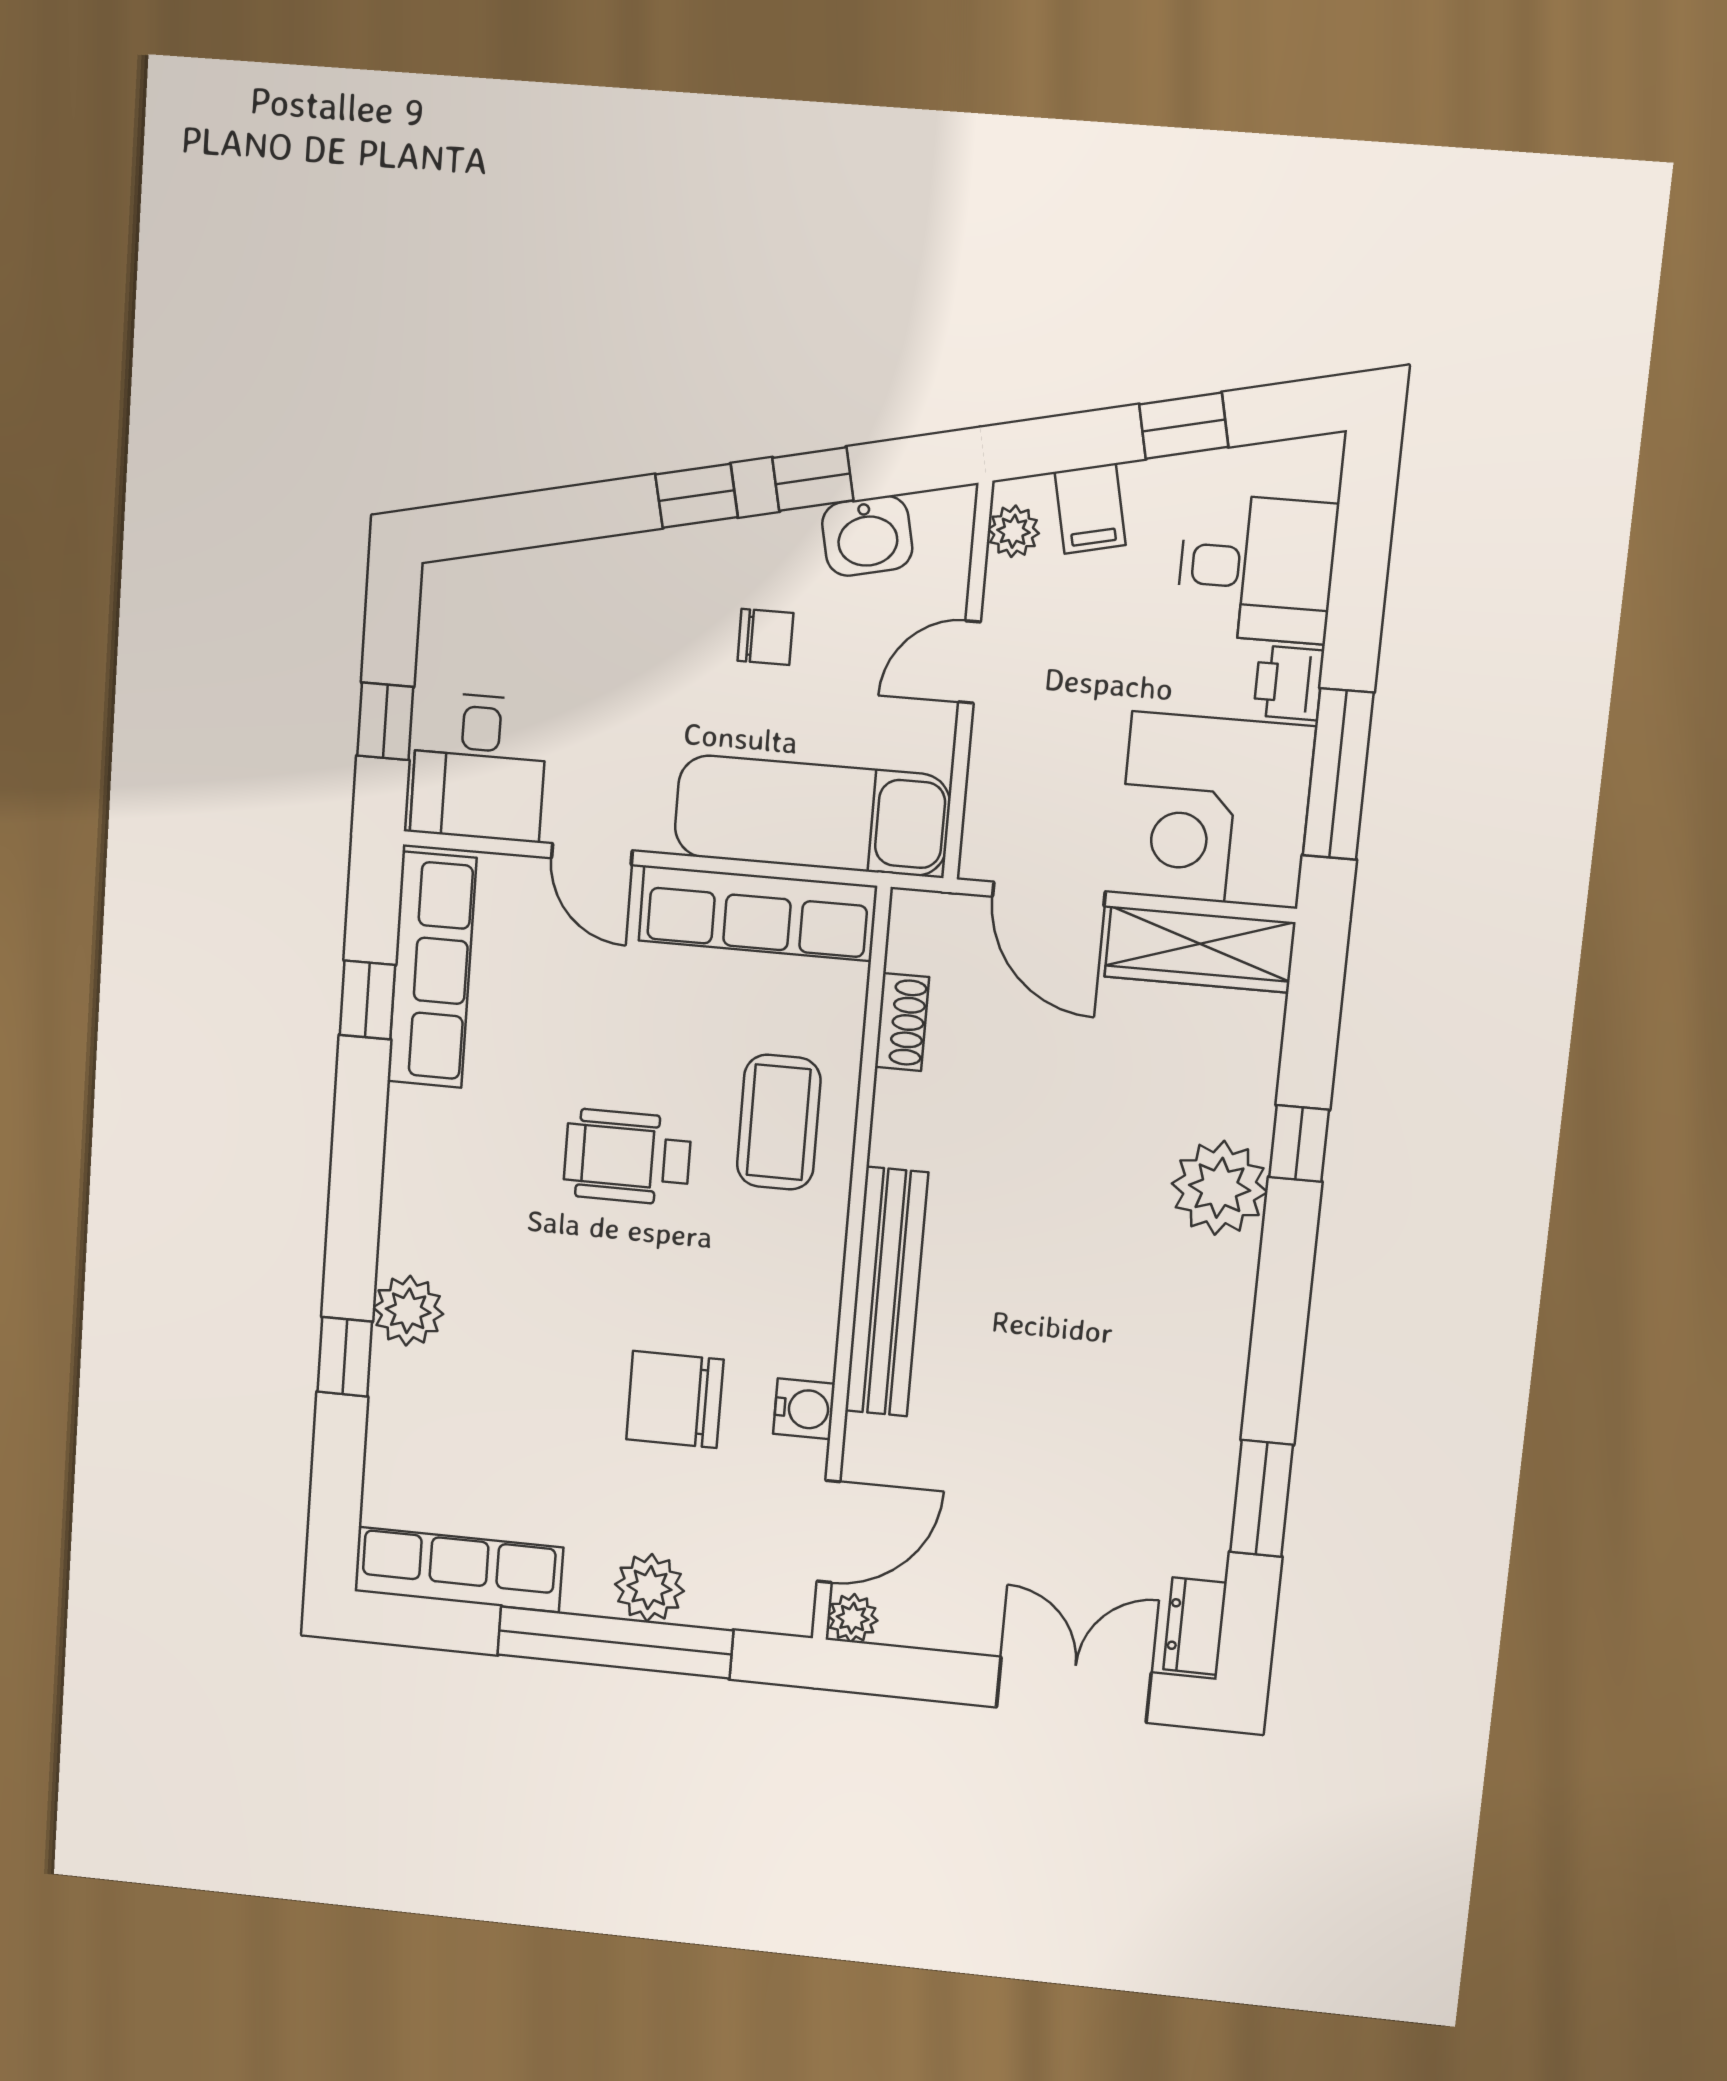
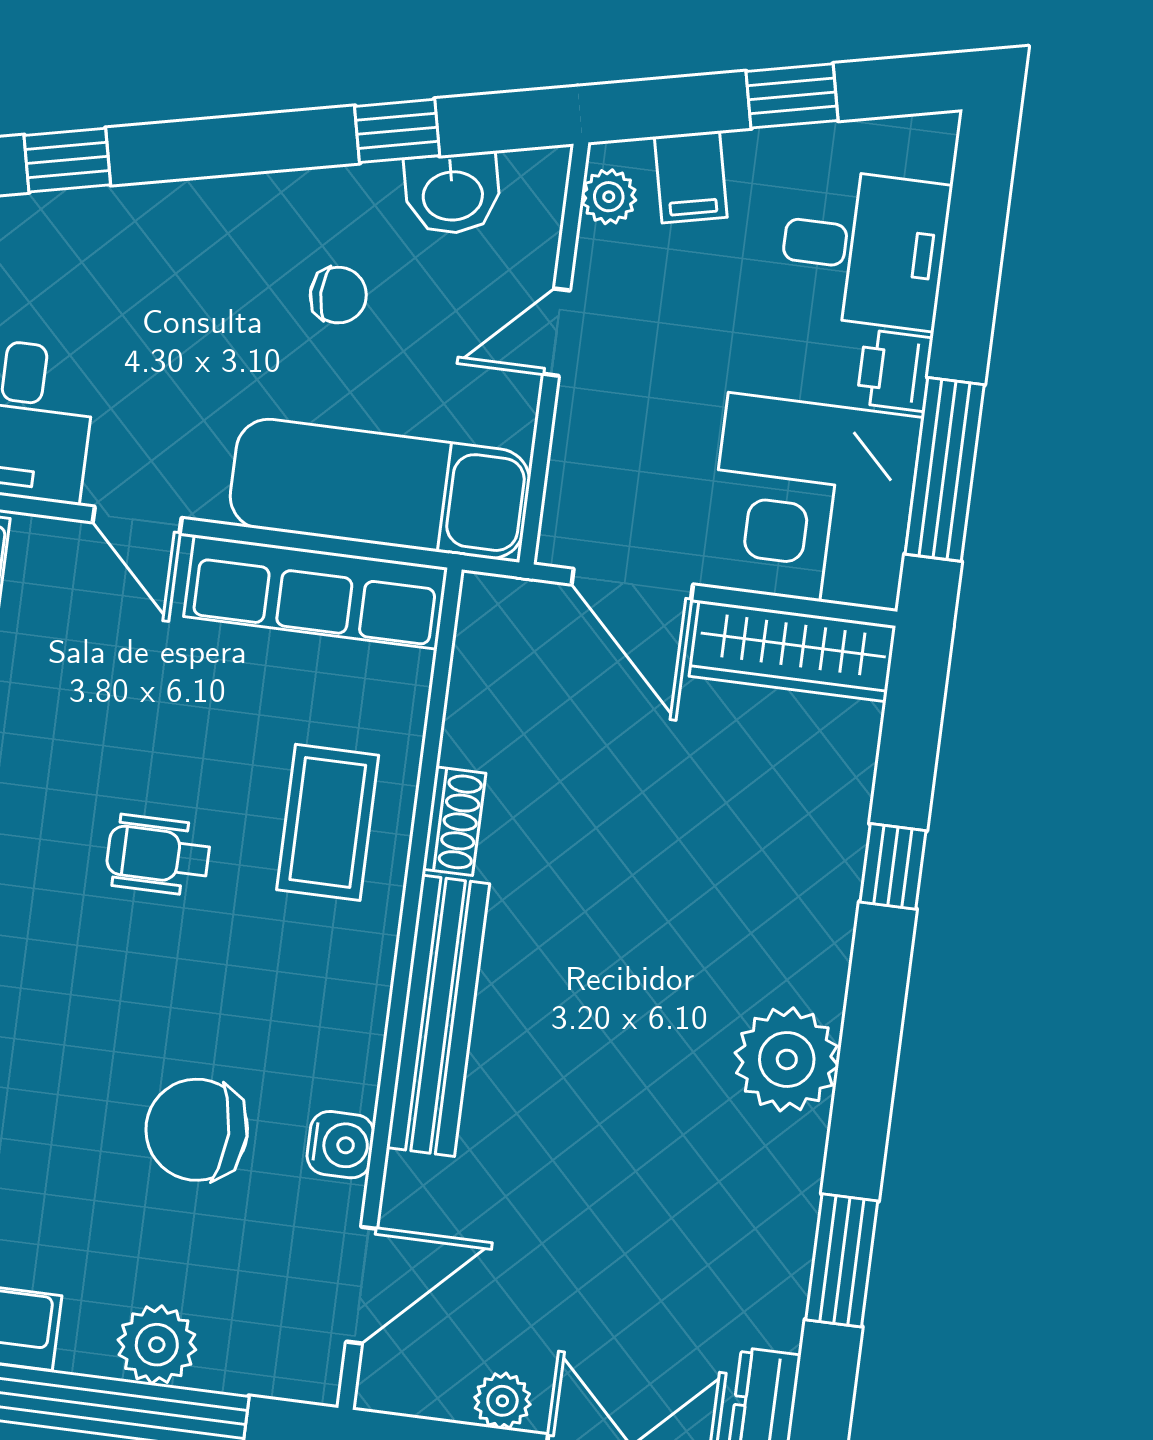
window: (697, 496) -> (67, 160), moved
shoe rack: (902, 1022) -> (454, 821), moved
wheelchair: (627, 1157) -> (158, 855), width x0.73, depth x0.73
plant: (1220, 1188) -> (787, 1059), moved
plant: (853, 1618) -> (502, 1401), moved

